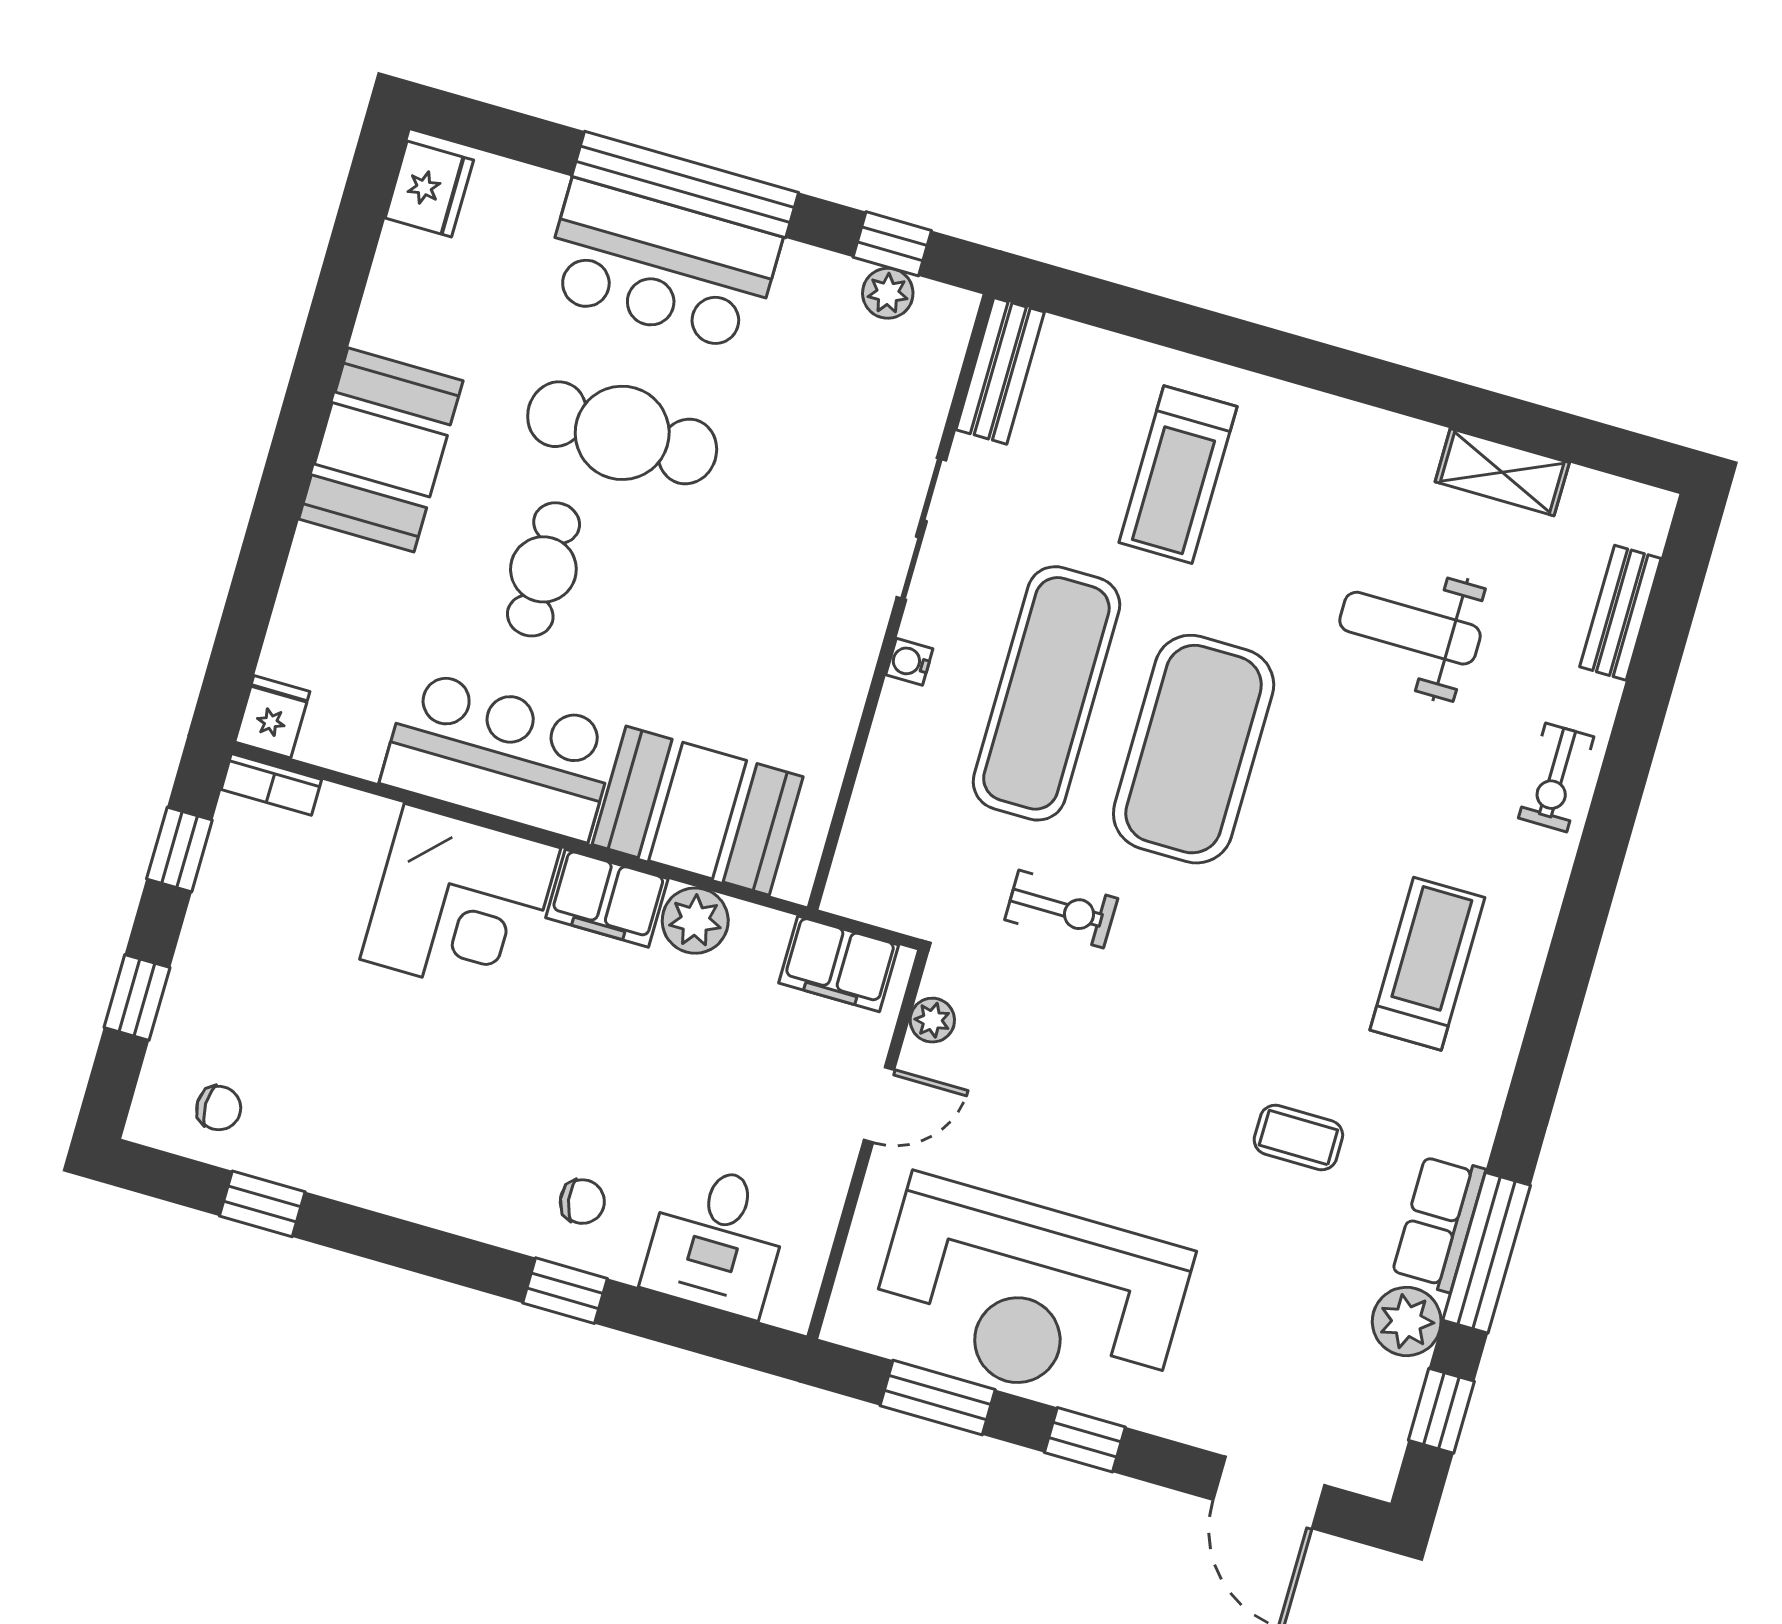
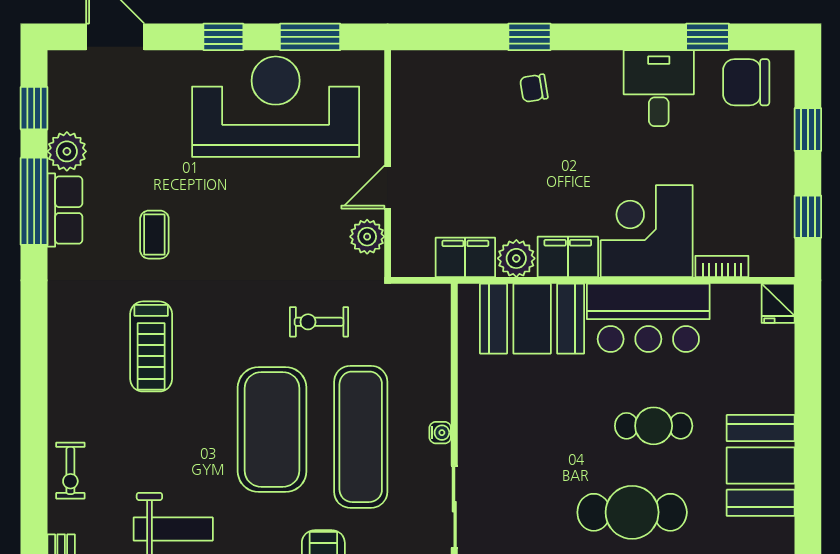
cafe table: (543, 569) -> (654, 426), turned 90
exercise bike: (1556, 777) -> (70, 471), turned 180
bookcase: (271, 784) -> (722, 266), moved
filing cabinet: (839, 964) -> (465, 257), moved
treadmill: (1427, 964) -> (151, 346), moved
plant: (932, 1020) -> (367, 237), width x1.38, depth x1.38
chair: (219, 1108) -> (746, 82), width x1.87, depth x1.87
coffee table: (1298, 1138) -> (154, 235), turned 90
desk: (717, 1240) -> (659, 88), moved

